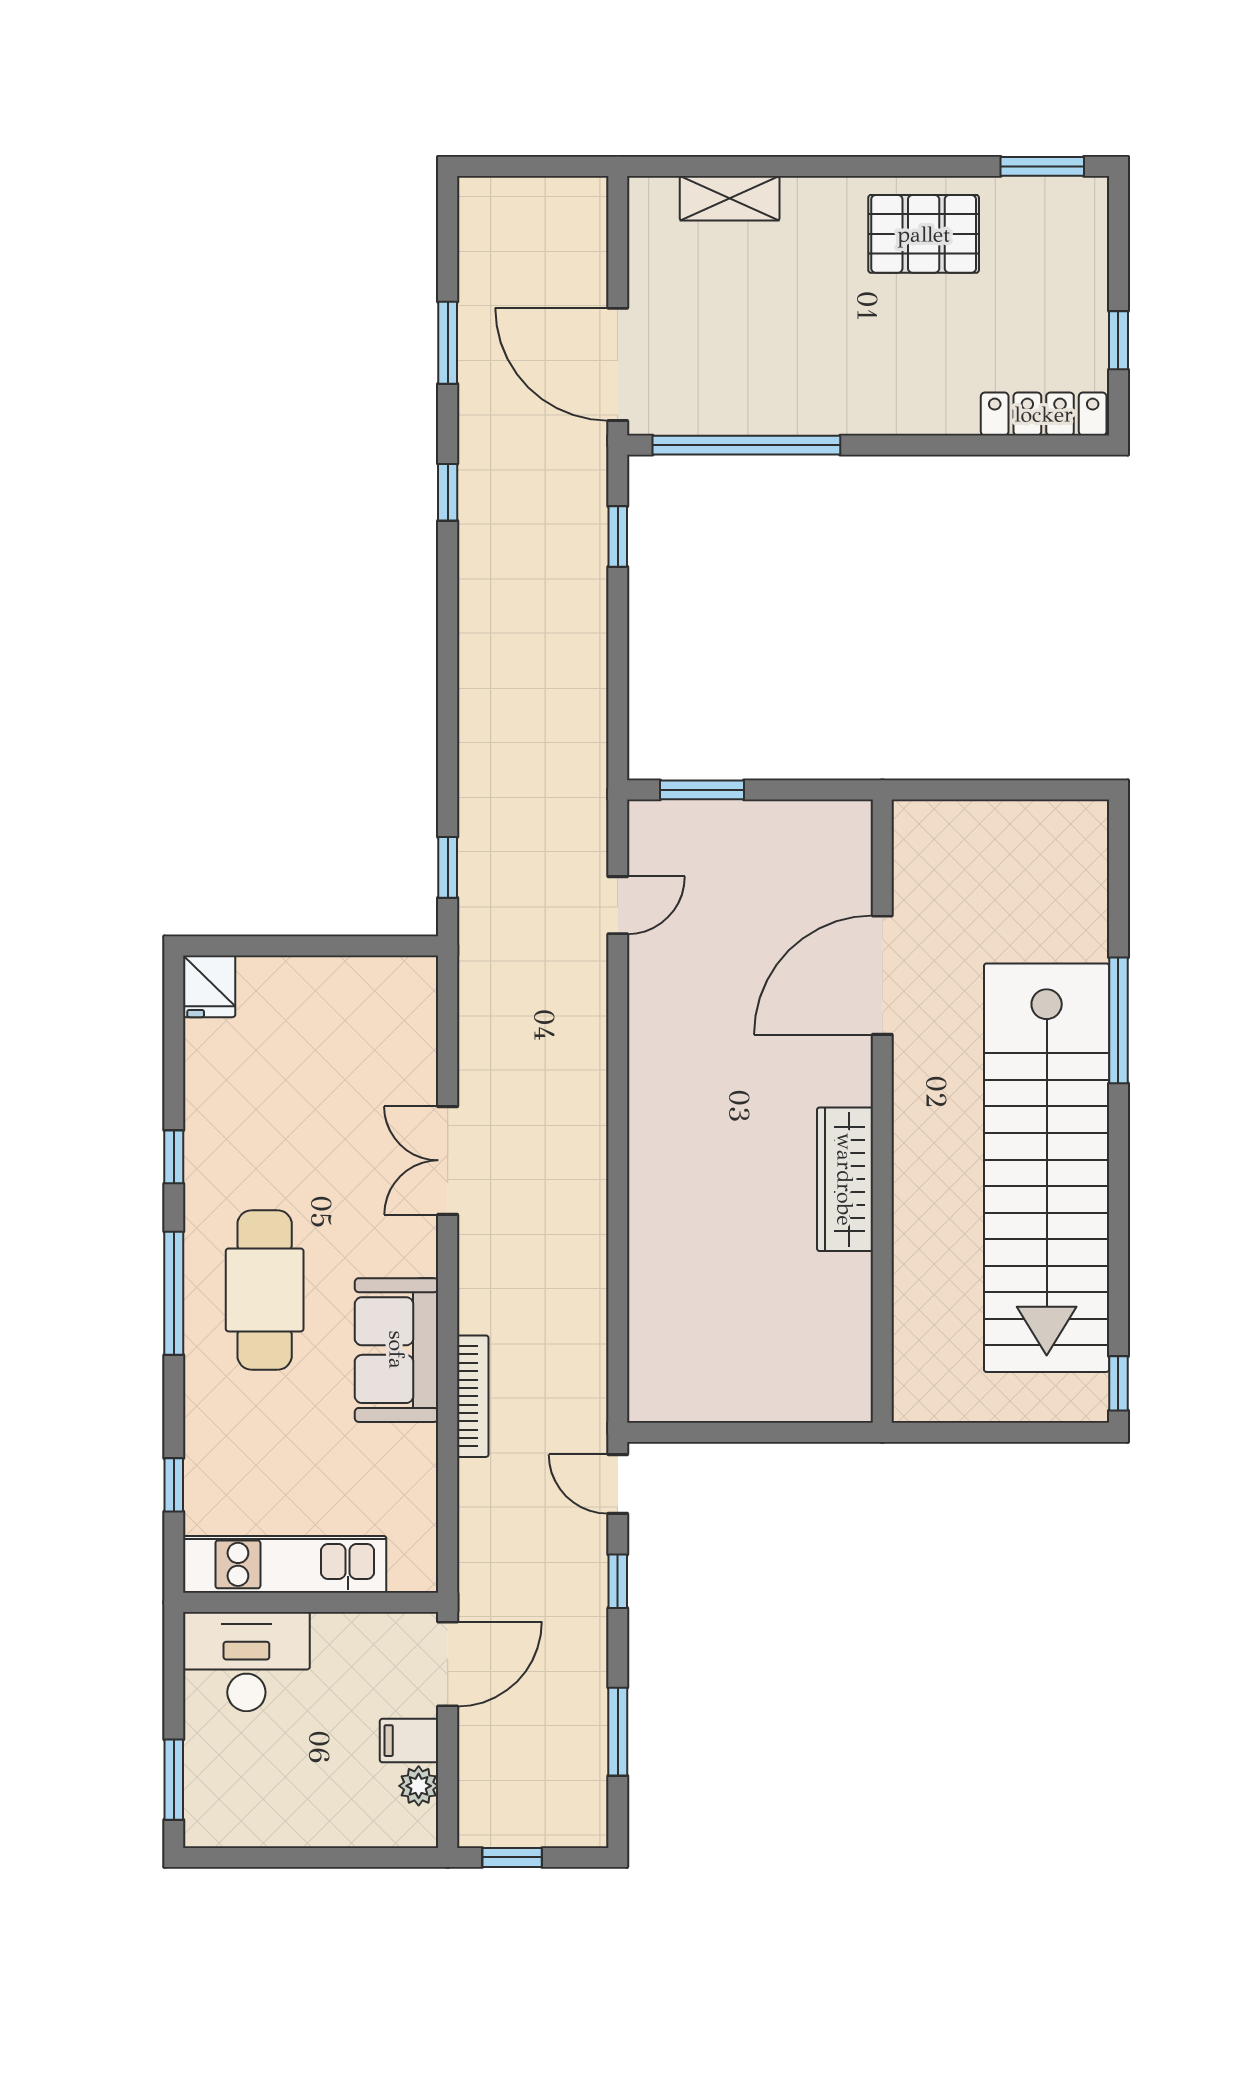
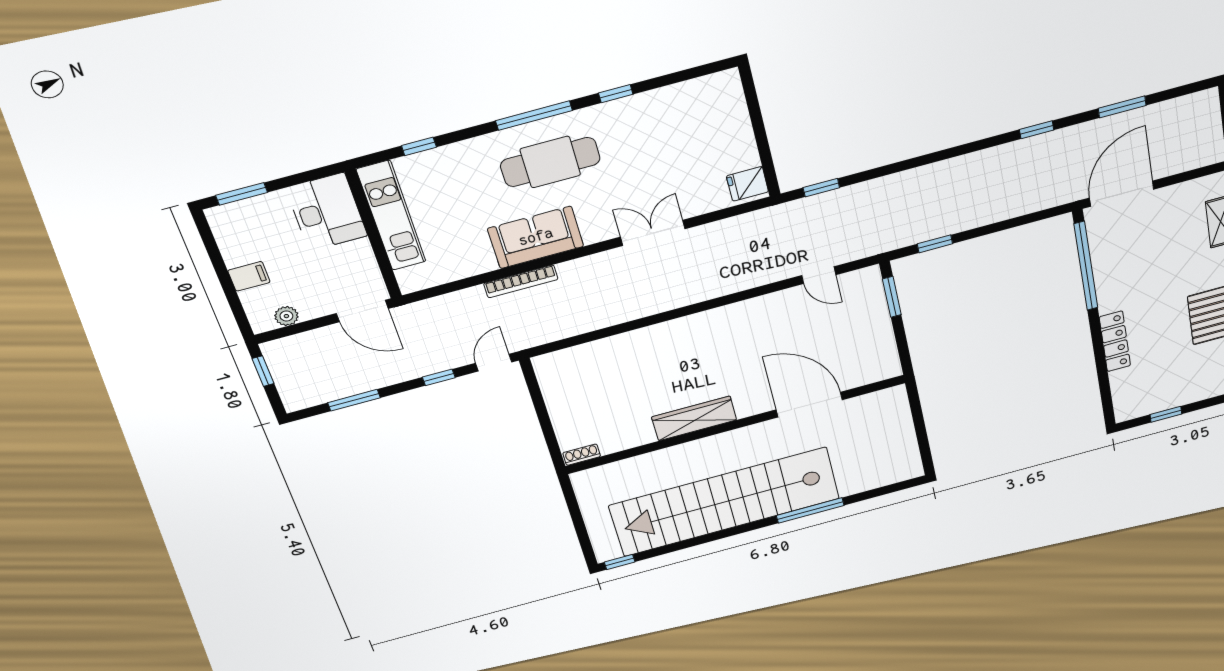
locker: (1044, 414) -> (1115, 341), moved
window: (618, 536) -> (935, 244), moved
fridge: (209, 986) -> (747, 184), moved
shoe rack: (858, 1389) -> (582, 455), added
filing cabinet: (409, 1741) -> (249, 276), moved, turned 90

